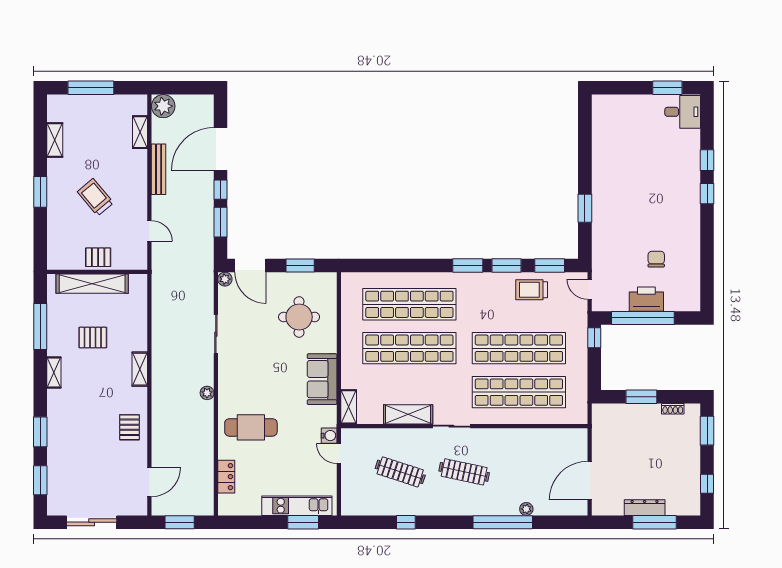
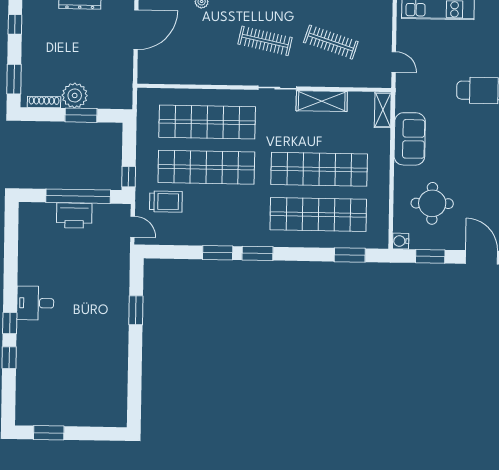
desk: (683, 112) -> (35, 303), moved
chair: (656, 259) -> (63, 257), removed
window: (550, 265) -> (350, 255), moved
trolley: (532, 290) -> (166, 202), moved
shoe rack: (673, 409) -> (44, 102), width x1.43
plant: (648, 416) -> (75, 95), added
water cooler: (329, 436) -> (401, 241), moved

